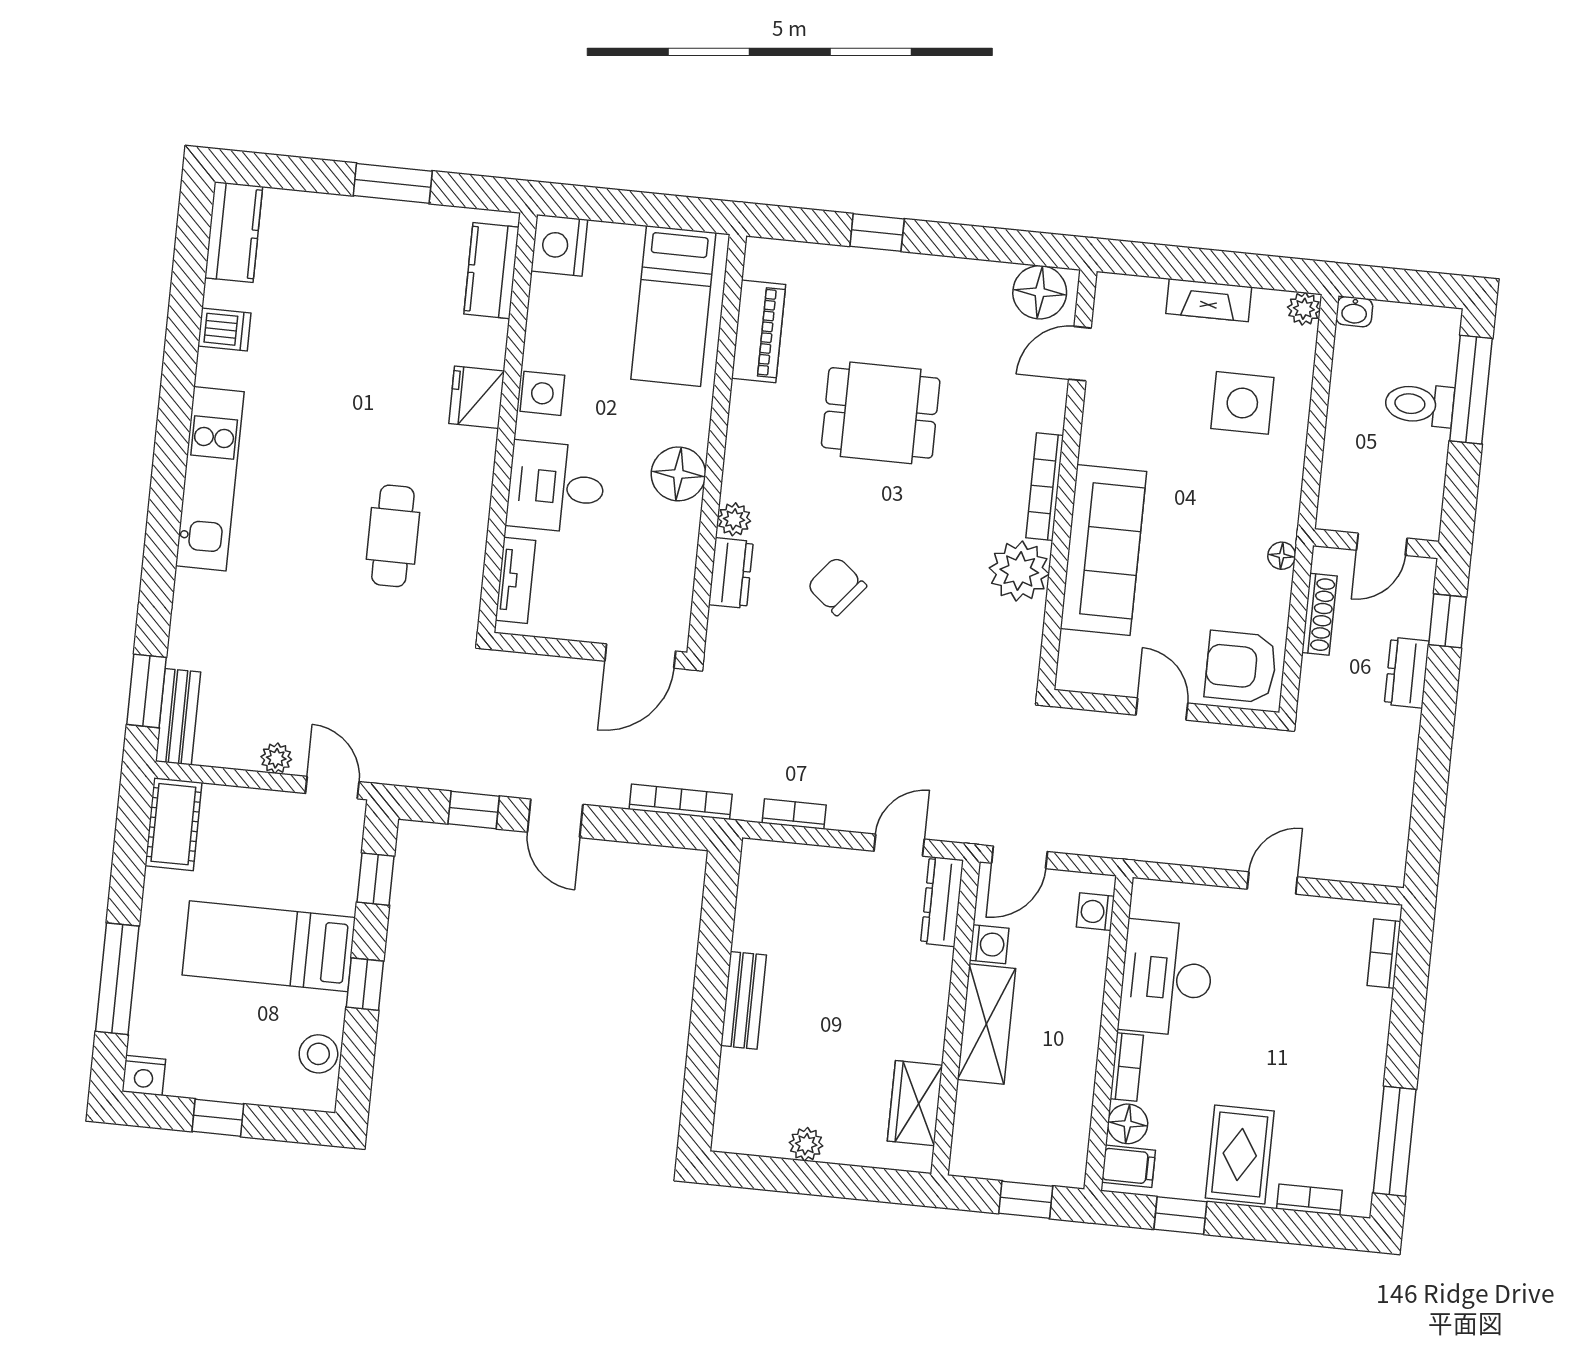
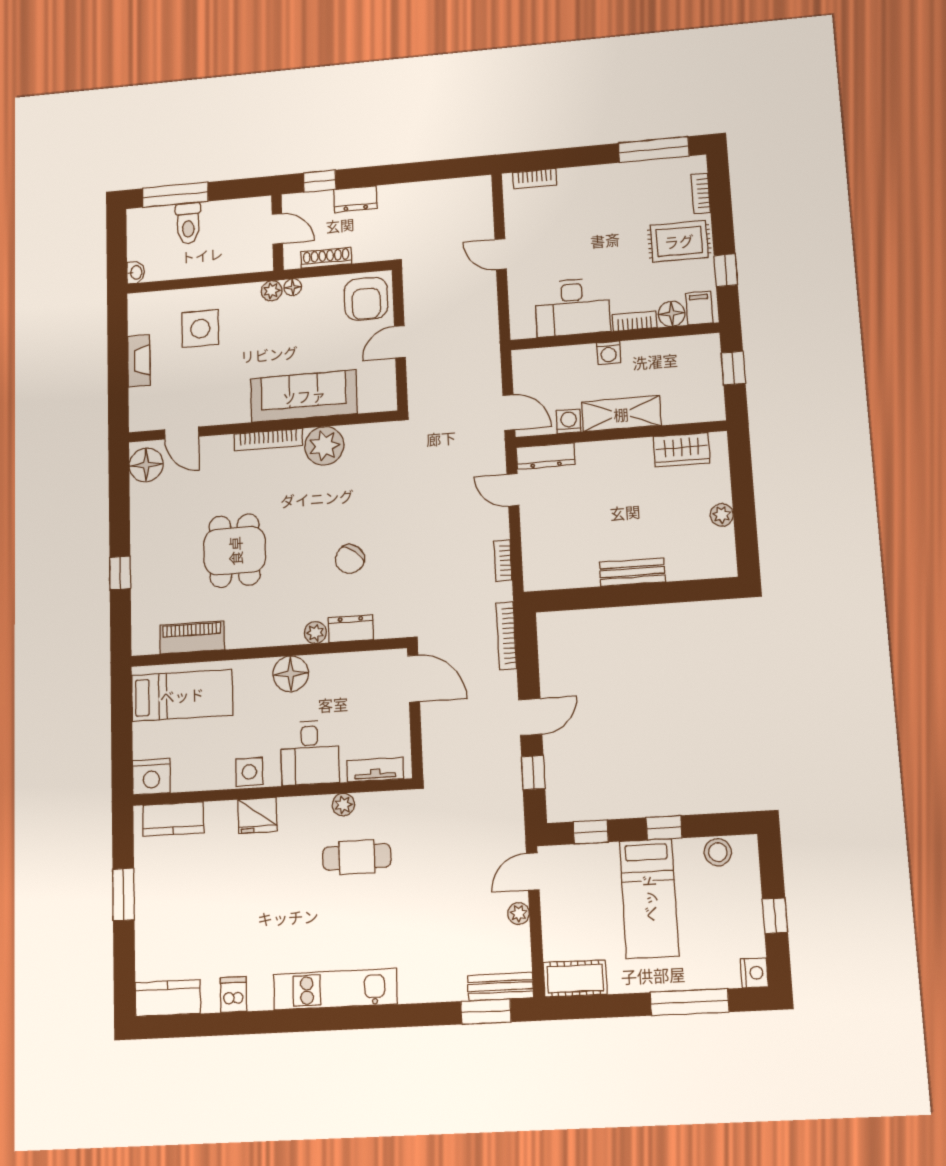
plant: (1304, 309) -> (272, 291), moved
plant: (472, 527) -> (343, 805), added
washing machine: (1095, 912) -> (608, 353), moved

